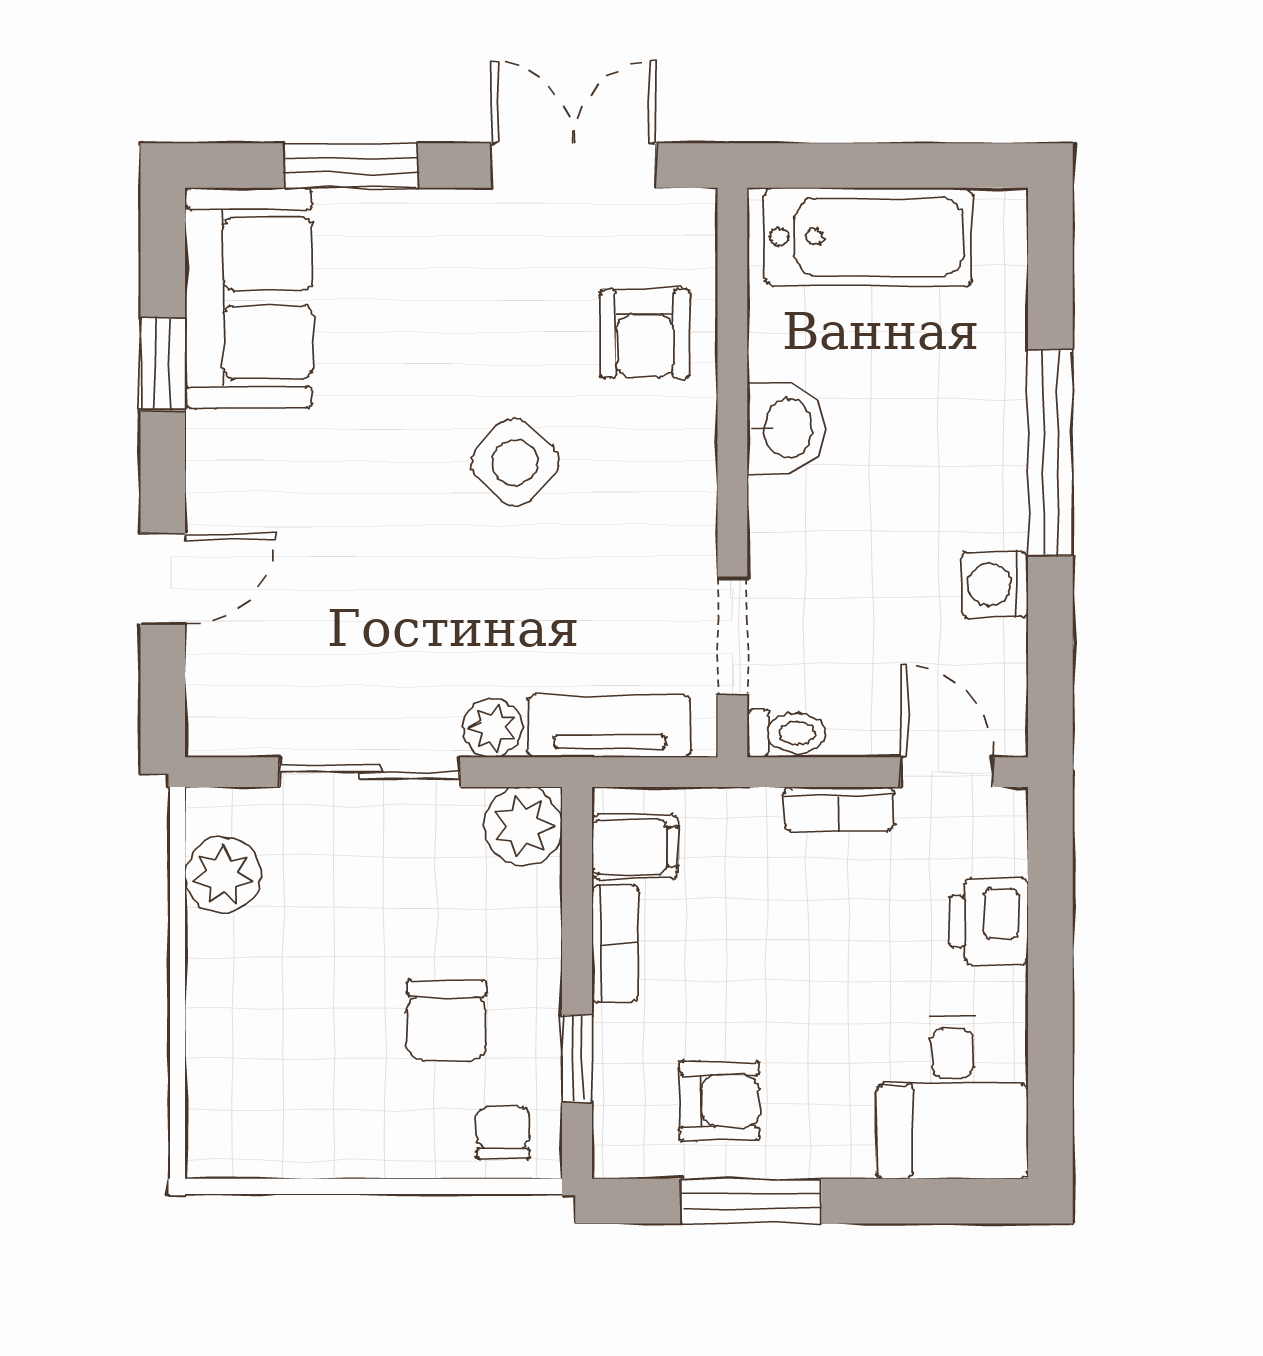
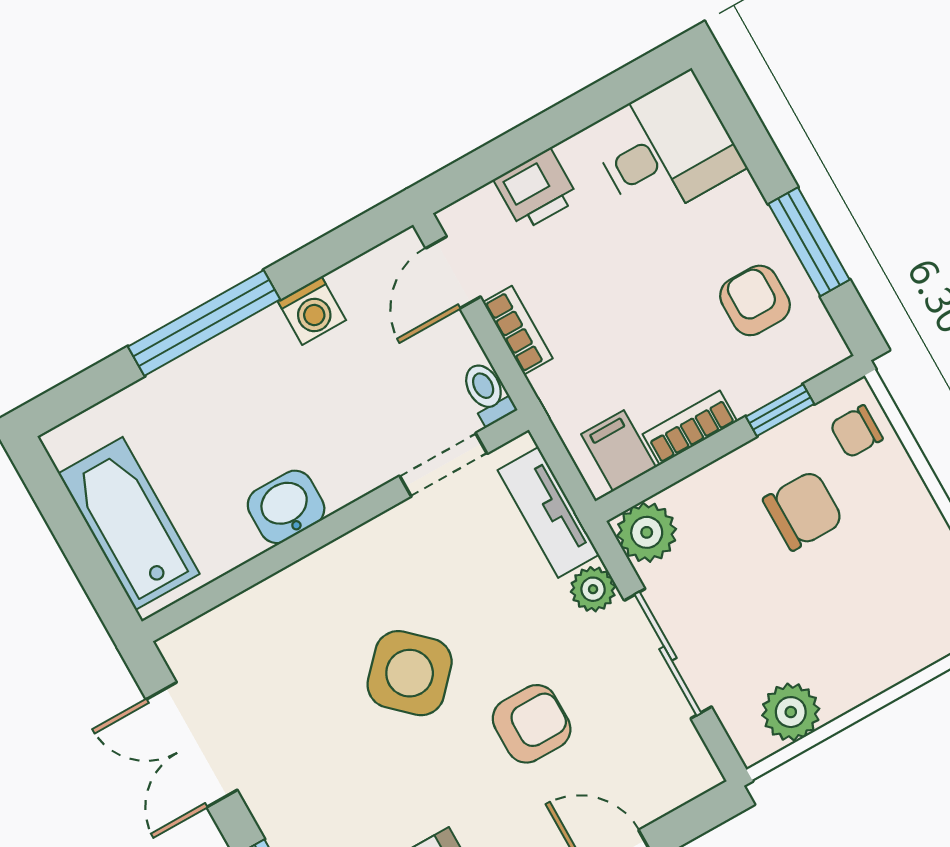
armchair: (645, 334) -> (532, 724), moved
side table: (515, 462) -> (410, 673), width x1.37, depth x1.37

